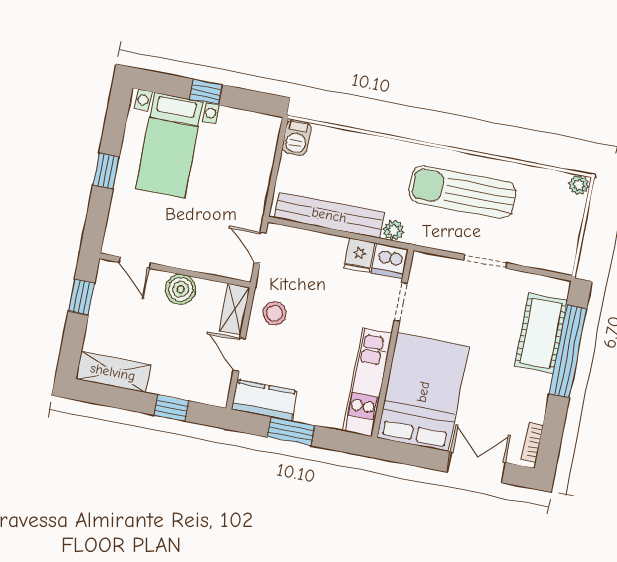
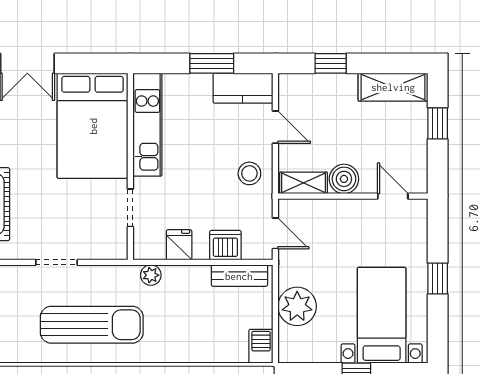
plant: (253, 170) -> (297, 306), added
bench: (329, 215) -> (239, 276), width x0.54, depth x0.82
dishwasher: (390, 261) -> (225, 245), moved
window: (81, 297) -> (438, 123), moved
shelving: (234, 309) -> (303, 183), moved, turned 90

